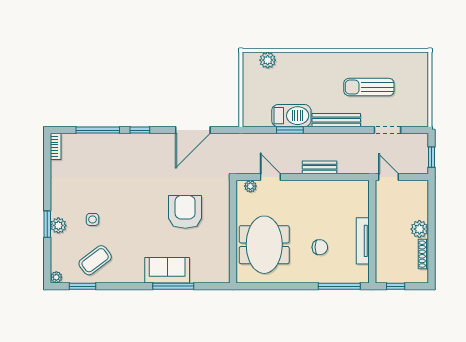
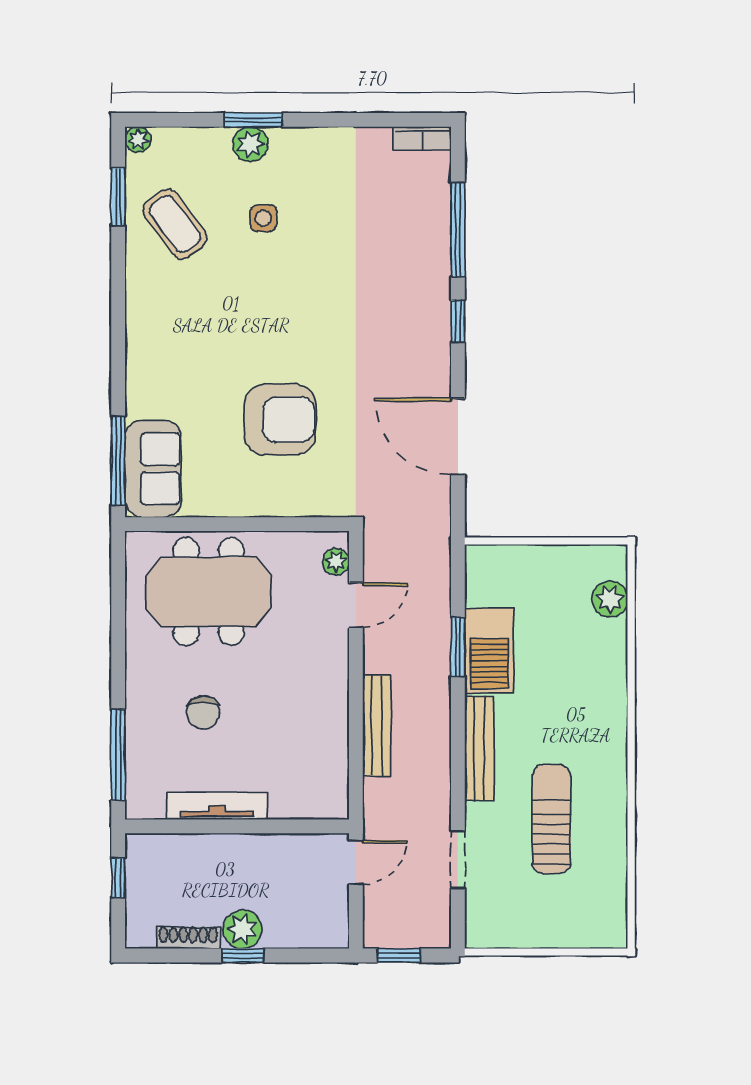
bench: (319, 167) -> (377, 725), width x1.36
window: (431, 229) -> (243, 955), added
sofa: (167, 270) -> (153, 469), moved
window: (173, 286) -> (118, 461), moved

